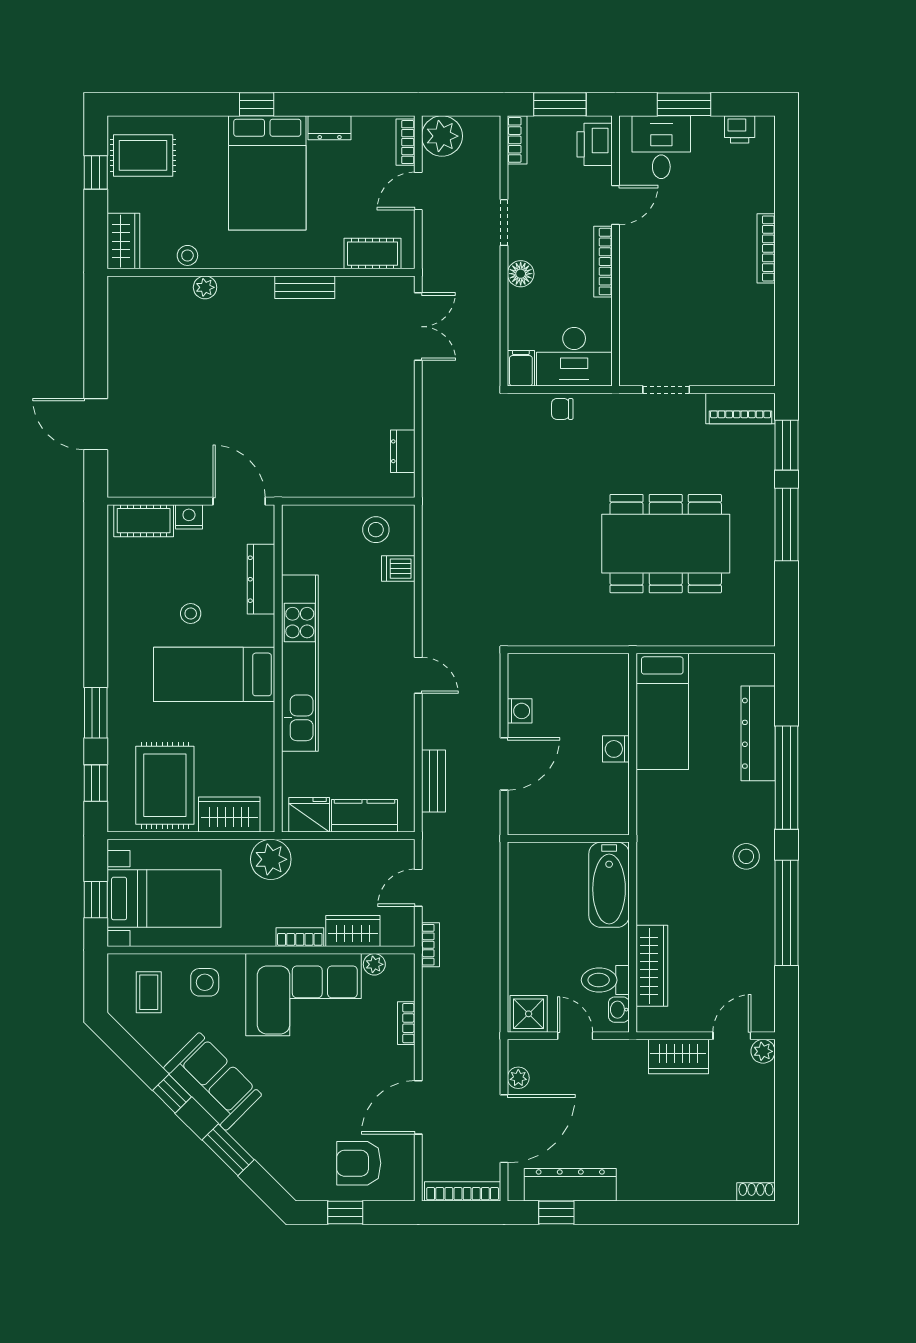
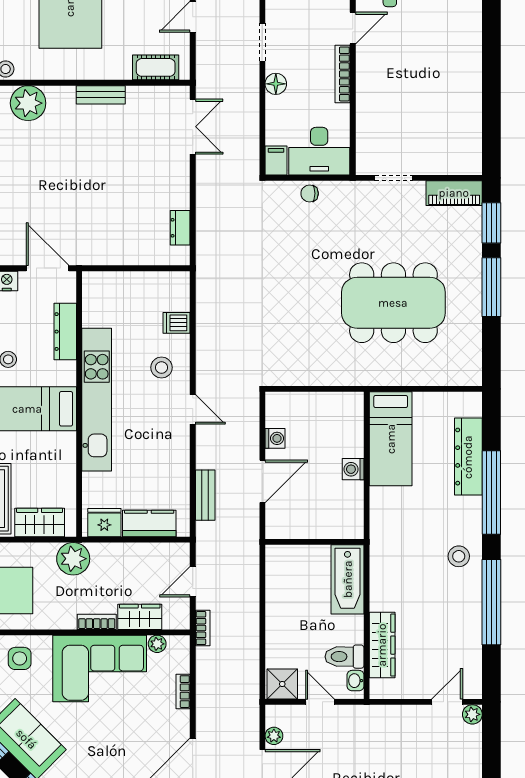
bookcase: (766, 248) -> (475, 63), removed
plant: (205, 287) -> (28, 103), width x1.87, depth x1.87
stool: (376, 530) -> (162, 368), moved
wardrobe: (678, 1057) -> (404, 719), removed

